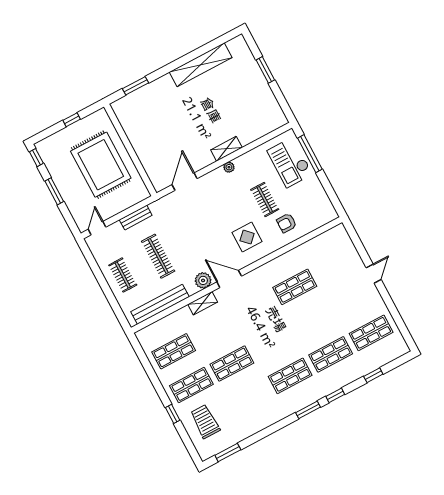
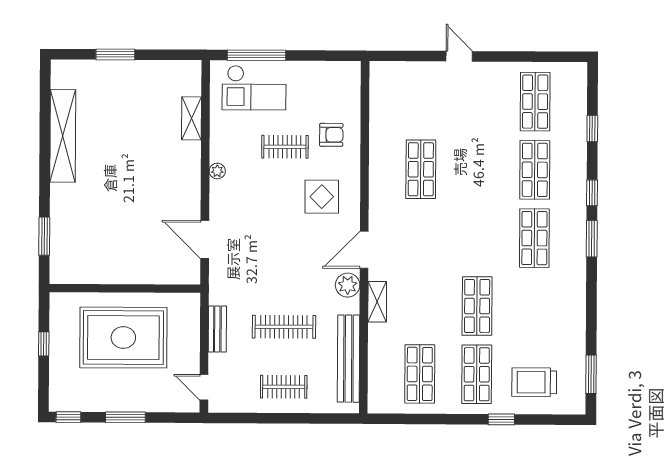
shelving: (226, 149) -> (191, 118), moved
armchair: (287, 223) -> (331, 135), turned -90

